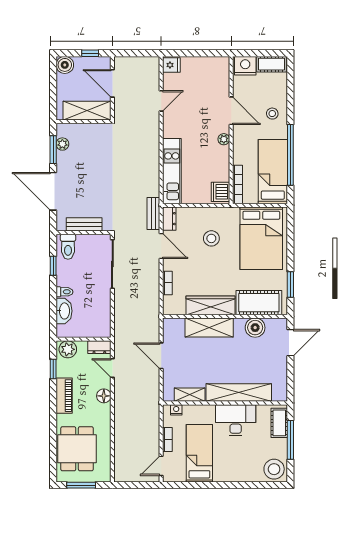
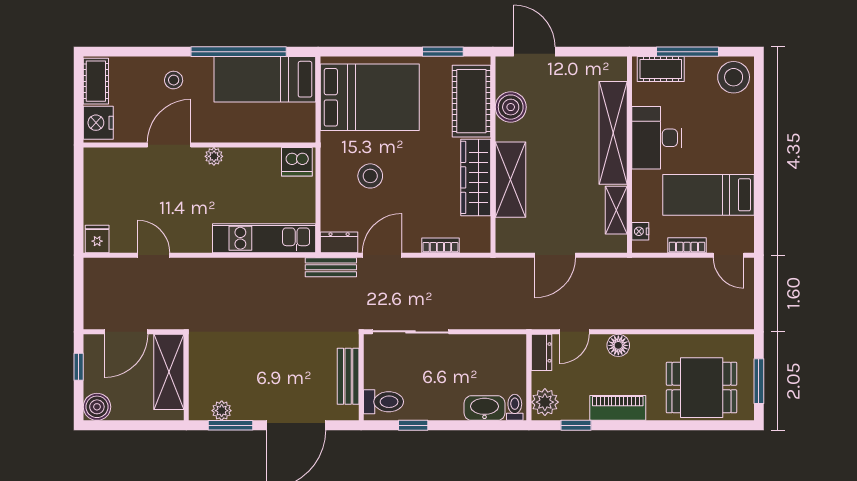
bookcase: (238, 184) -> (285, 135), removed
toilet: (64, 292) -> (515, 407), moved

